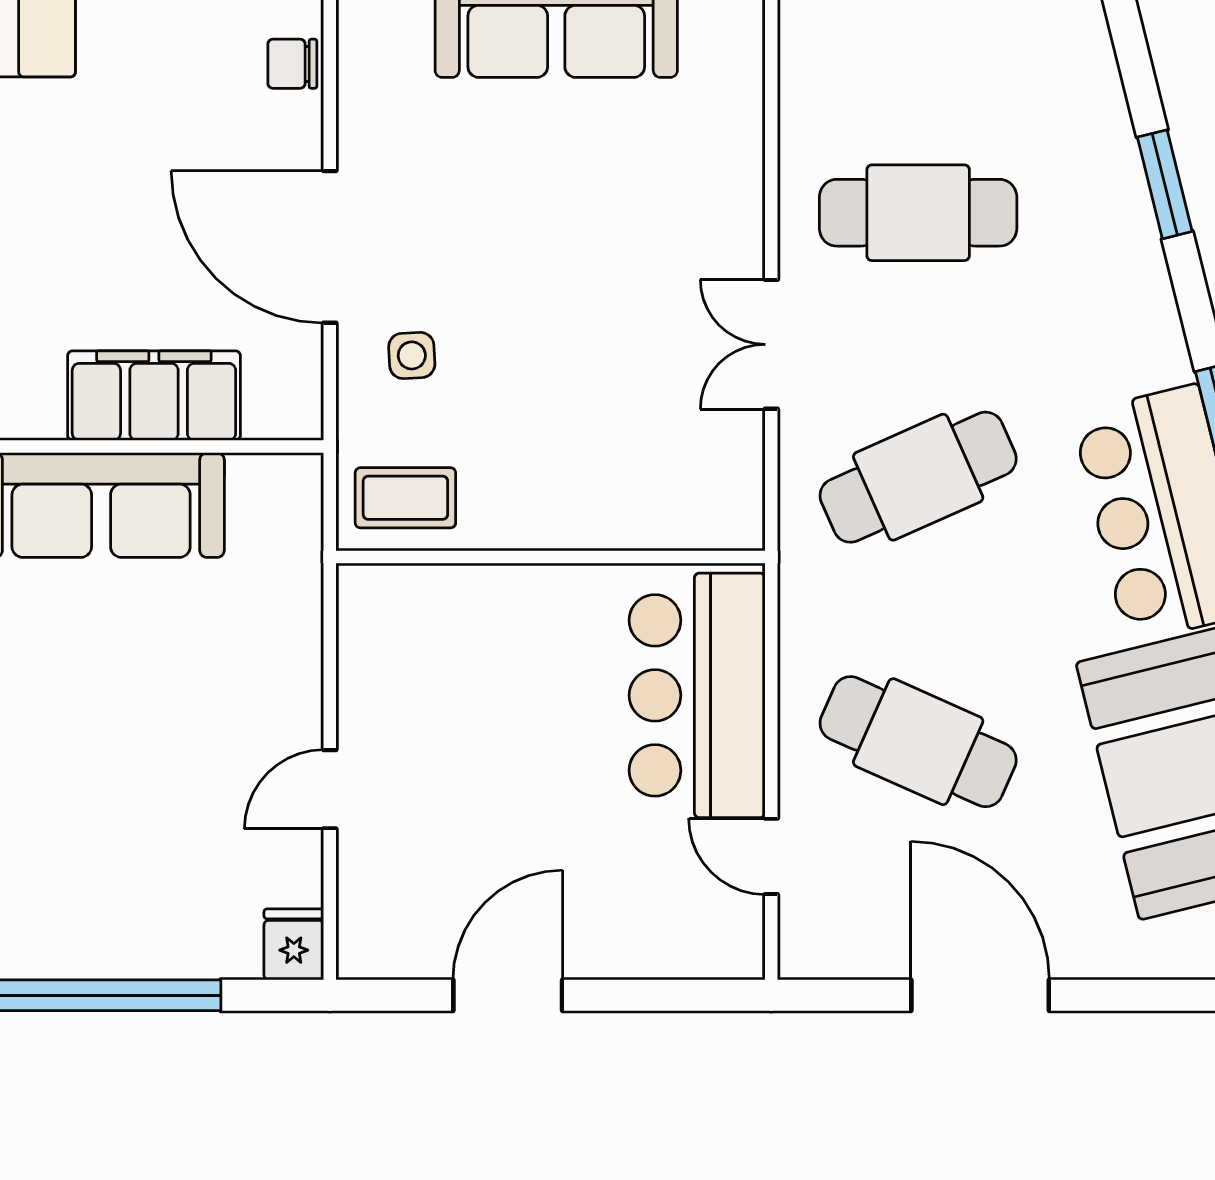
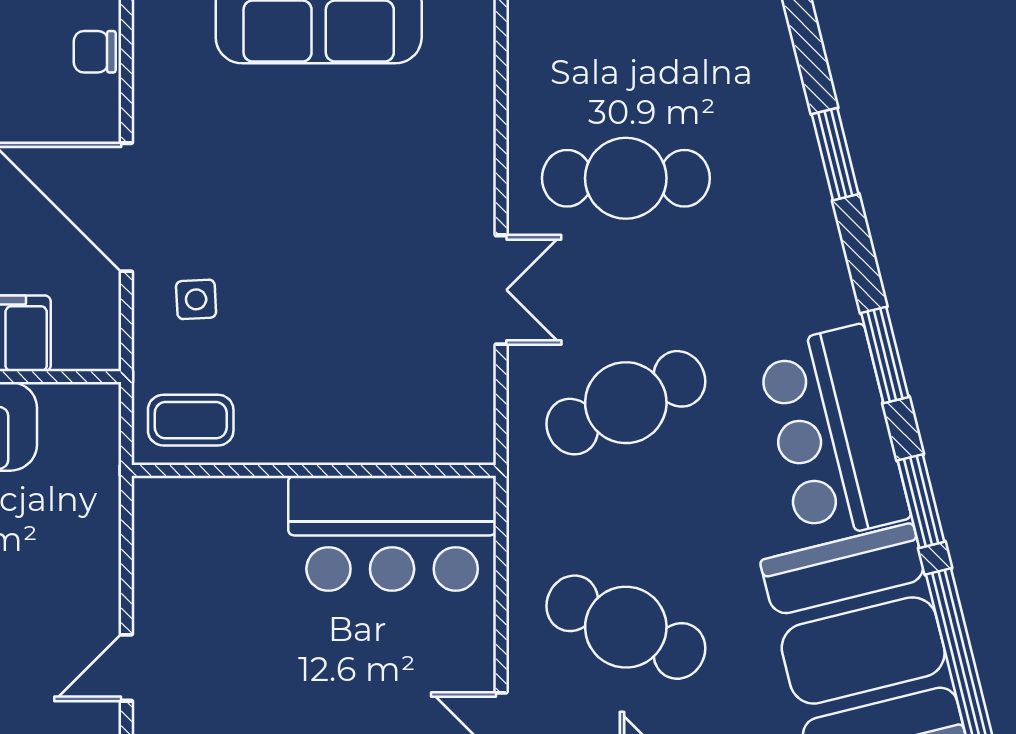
double door: (771, 344) -> (501, 290), swing flipped
bar counter: (697, 695) -> (392, 533), moved, turned -90

